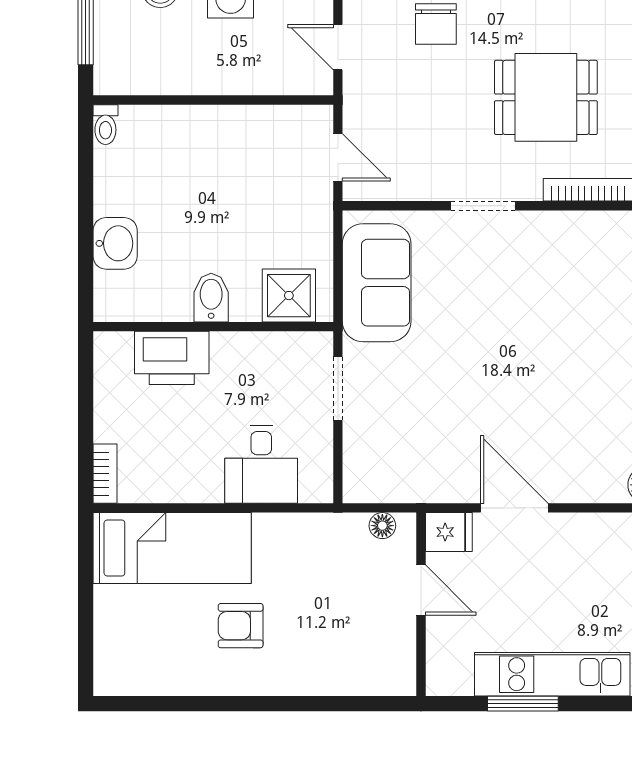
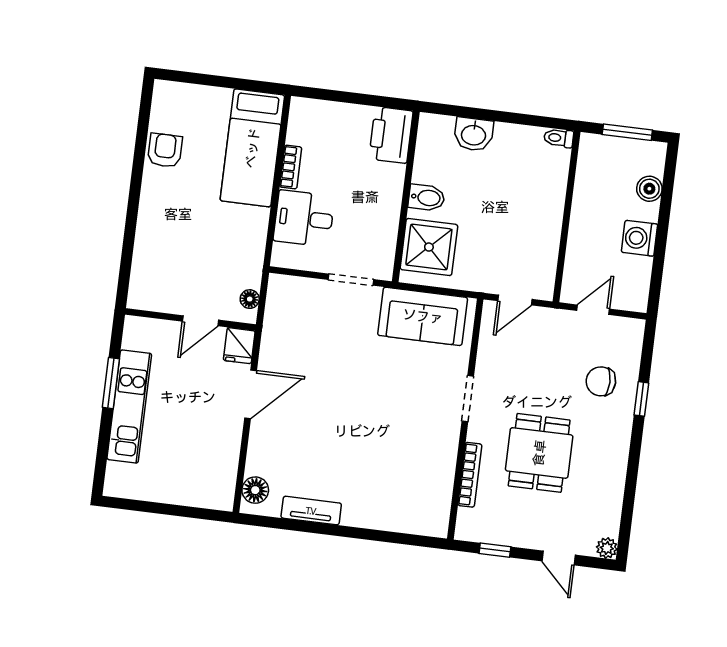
shower: (289, 296) -> (429, 247), width x1.36, depth x1.36
printer: (172, 358) -> (391, 135), moved
bookcase: (105, 474) -> (291, 167), moved, turned -90
armchair: (241, 626) -> (165, 150), moved

